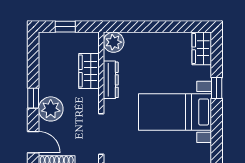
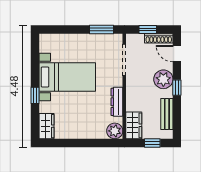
bench: (46, 64) -> (167, 114), added
wardrobe: (89, 71) -> (134, 125), moved

